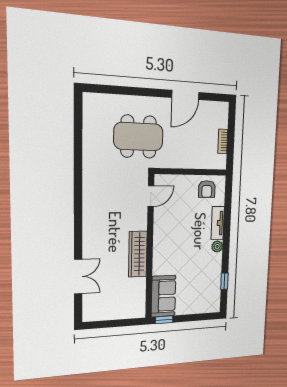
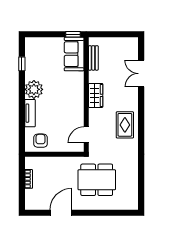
rug: (100, 209) -> (125, 125), added
plant: (217, 246) -> (34, 89), width x1.88, depth x1.88
wardrobe: (138, 254) -> (96, 95), width x0.67
bench: (140, 293) -> (93, 58), added

